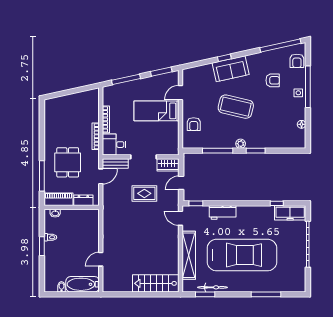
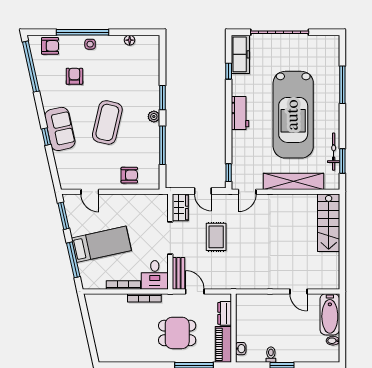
bed: (156, 111) -> (101, 244), moved, turned -102
workbench: (223, 213) -> (240, 113), moved
car: (242, 255) -> (293, 115), turned 180

